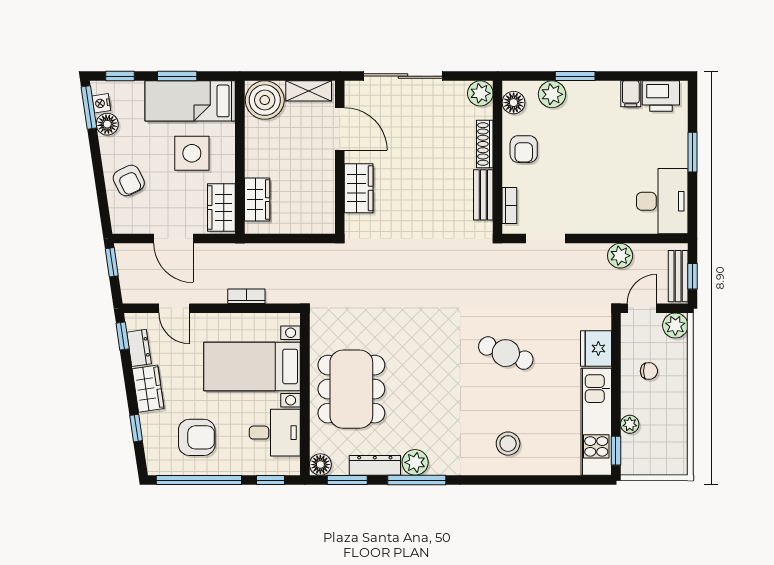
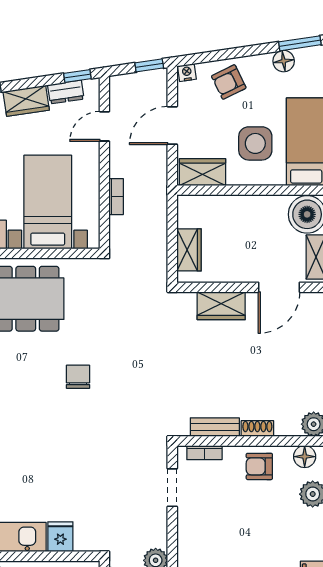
nightstand: (101, 103) -> (187, 73), moved
shoe rack: (485, 144) -> (257, 429), width x0.70
wardrobe: (257, 200) -> (189, 250), moved, turned -90
chair: (432, 335) -> (78, 377), added
fridge: (596, 348) -> (60, 537), width x0.72
cafe table: (506, 353) -> (61, 449), removed

